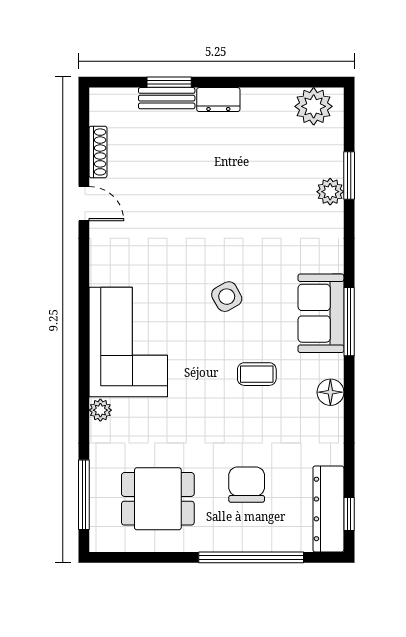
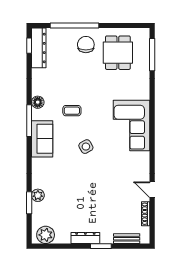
window: (169, 82) -> (101, 246), moved
bench: (167, 98) -> (127, 239), moved
dresser: (218, 100) -> (85, 238), width x1.44
window: (349, 322) -> (29, 121), moved
plant: (100, 410) -> (145, 94), removed
chair: (247, 485) -> (86, 45), moved, turned 180
dining table: (158, 499) -> (118, 53), turned 90

